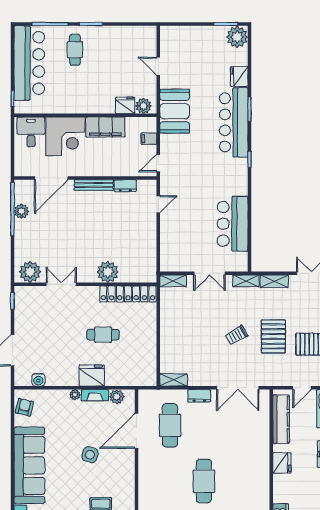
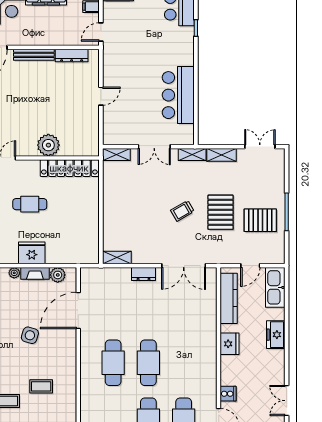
dresser: (125, 186) -> (72, 56), width x1.44
door: (158, 204) -> (101, 96), moved
cafe table: (103, 335) -> (30, 204), moved
cafe table: (170, 425) -> (113, 363), moved

